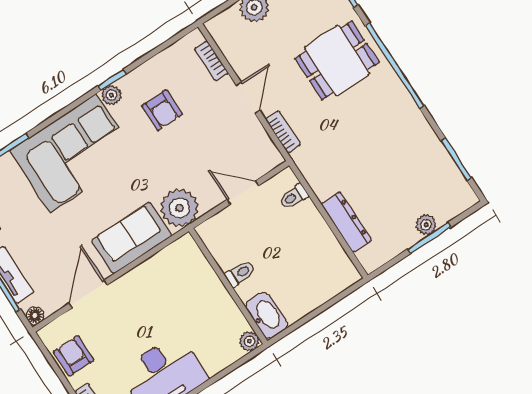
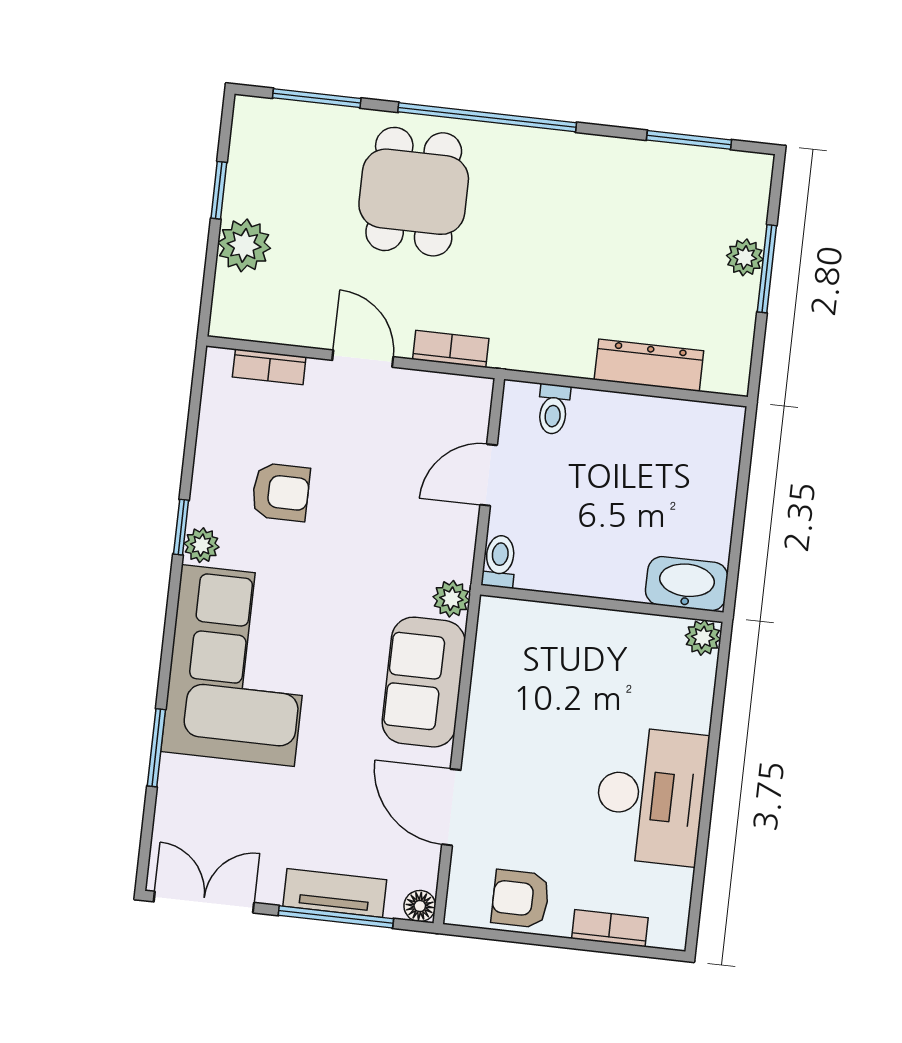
plant: (180, 208) -> (451, 599), width x0.53, depth x0.53
toilet: (240, 274) -> (499, 561), moved

